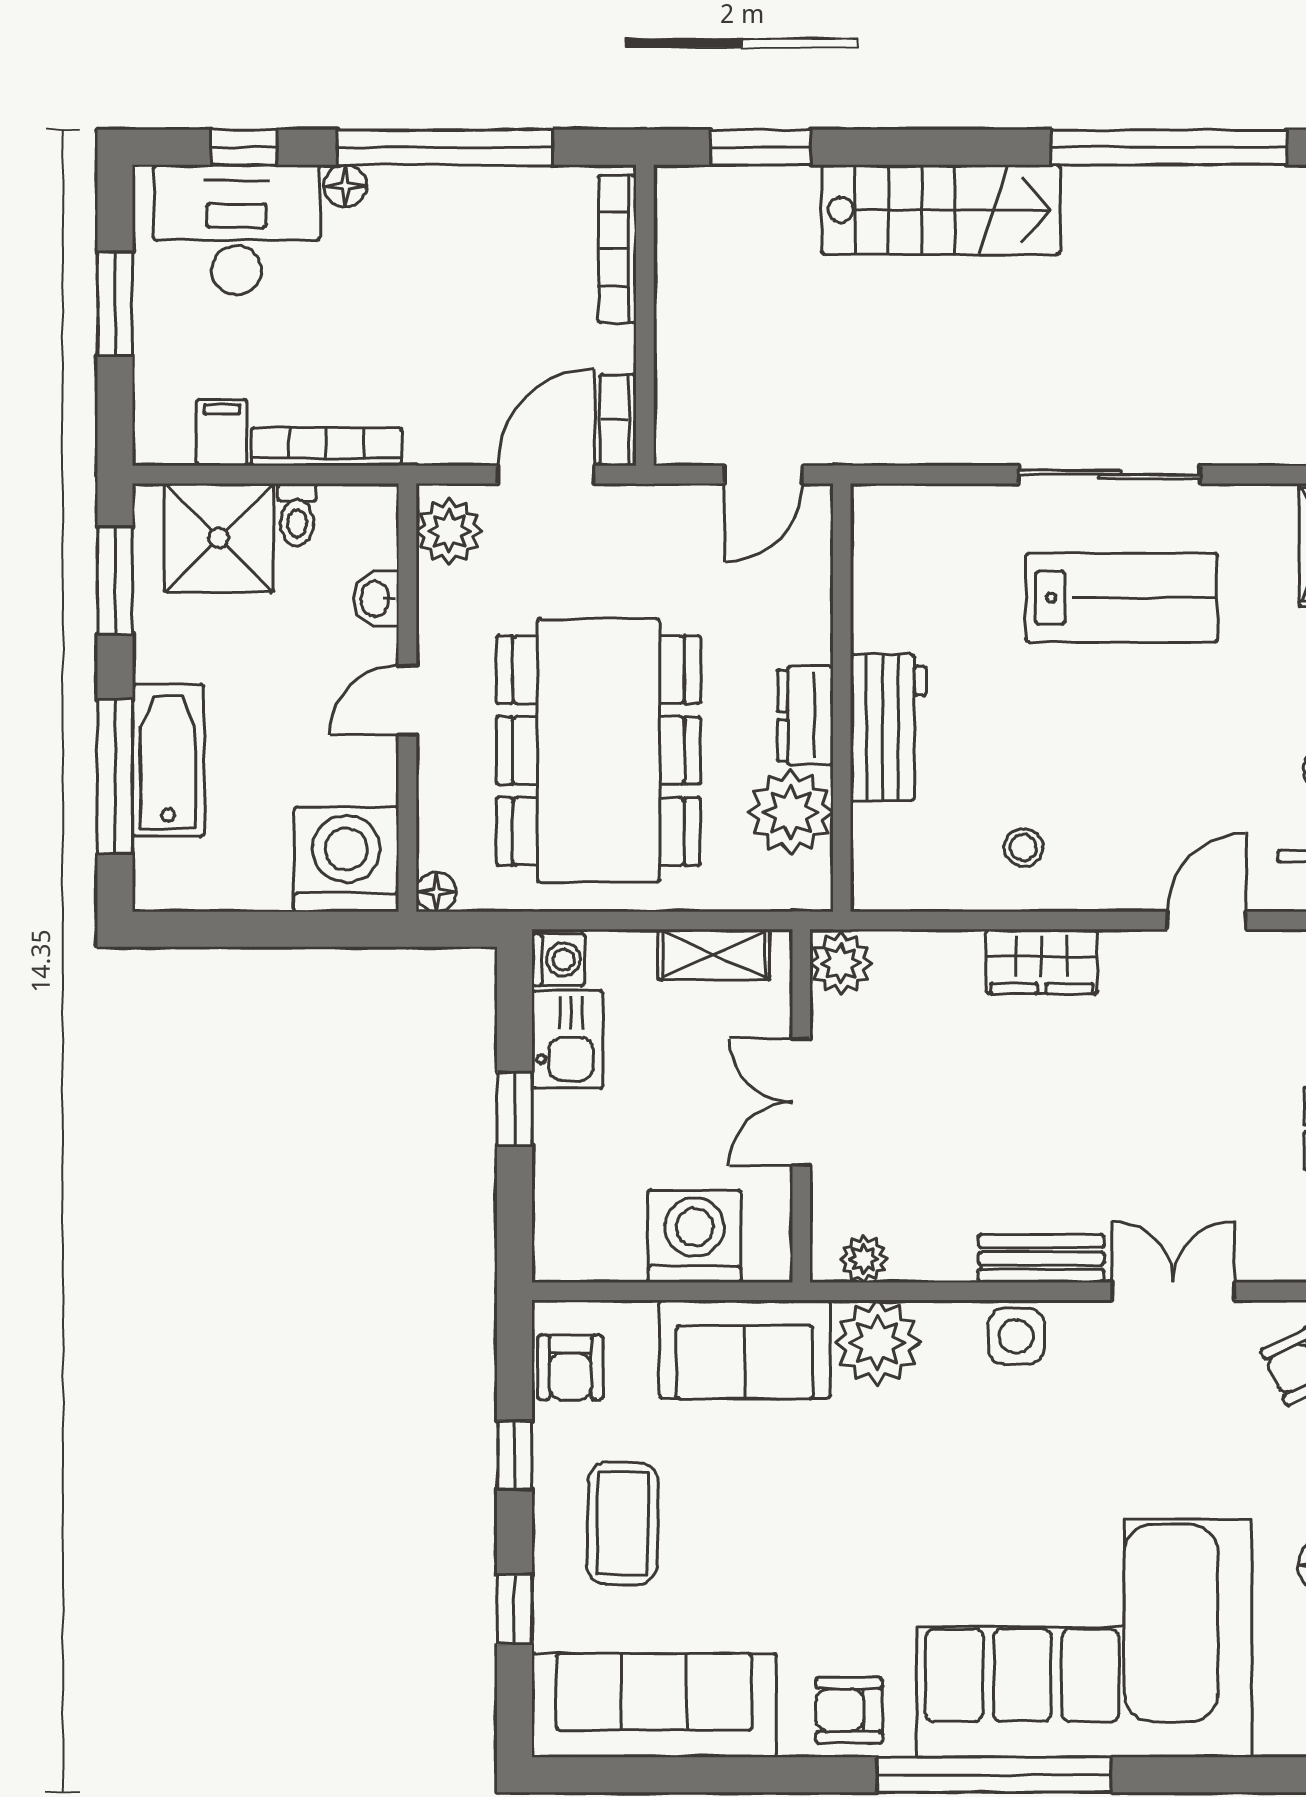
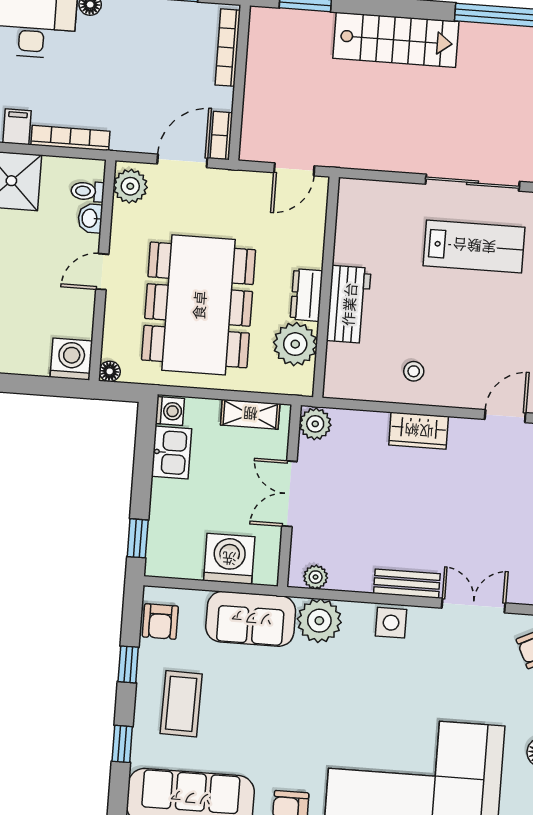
toilet: (297, 515) -> (87, 191), moved, turned 90
washing machine: (346, 859) -> (71, 359), width x0.73, depth x0.73
window: (515, 1109) -> (138, 538), moved

